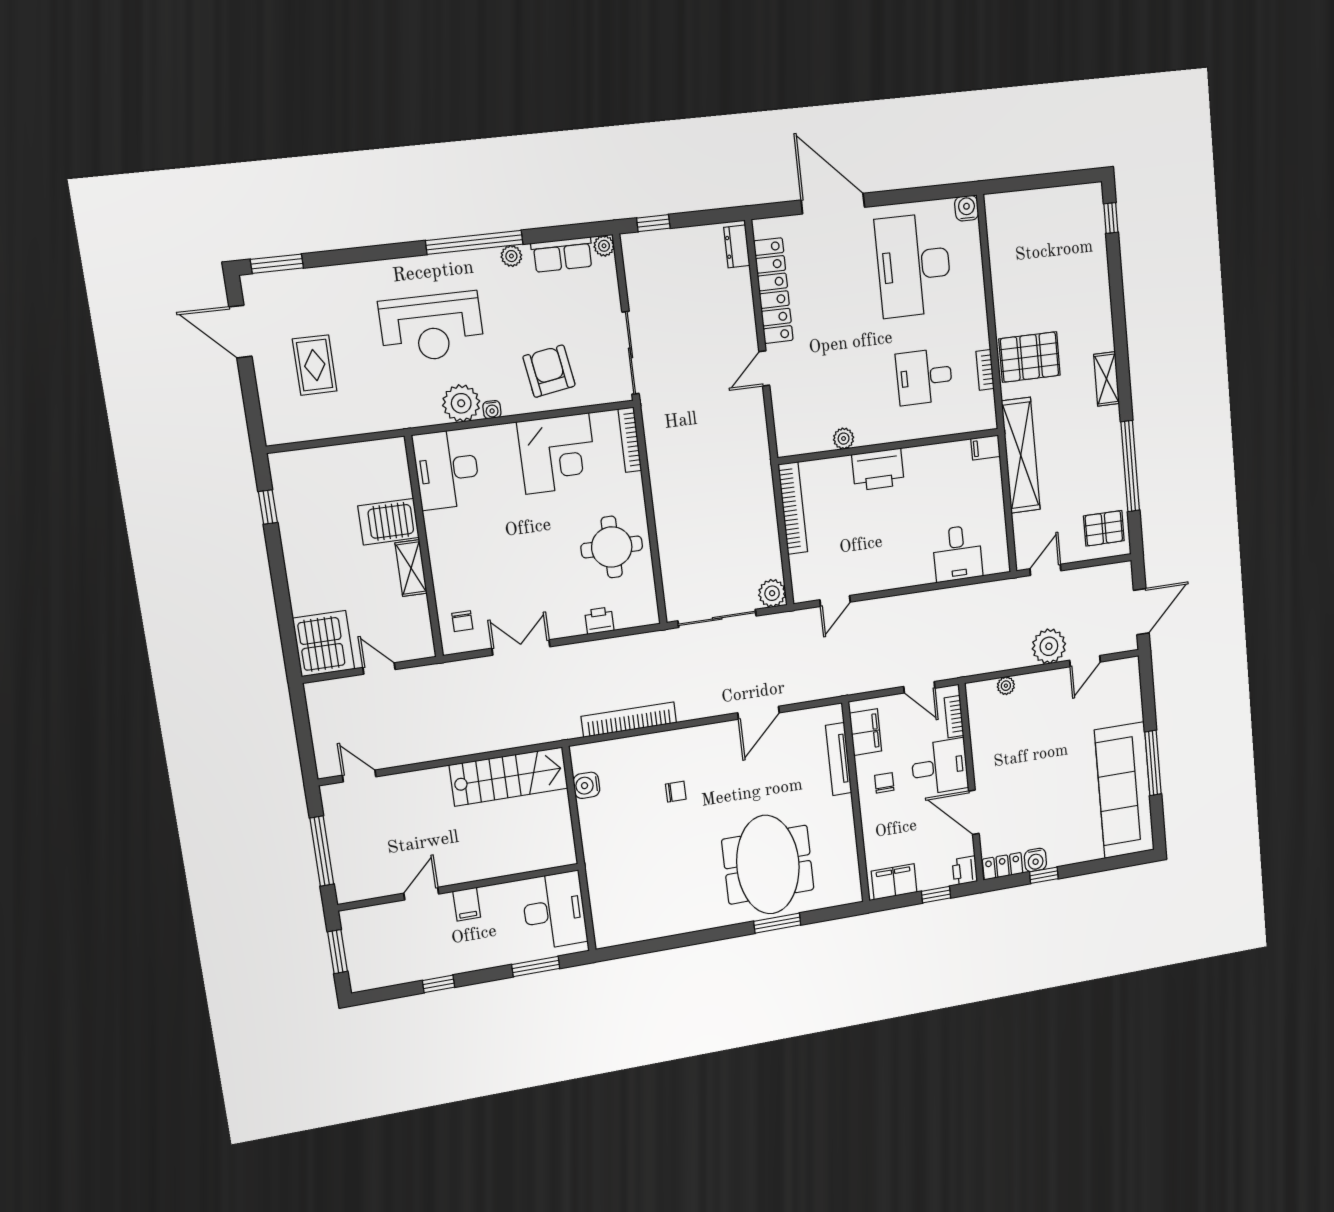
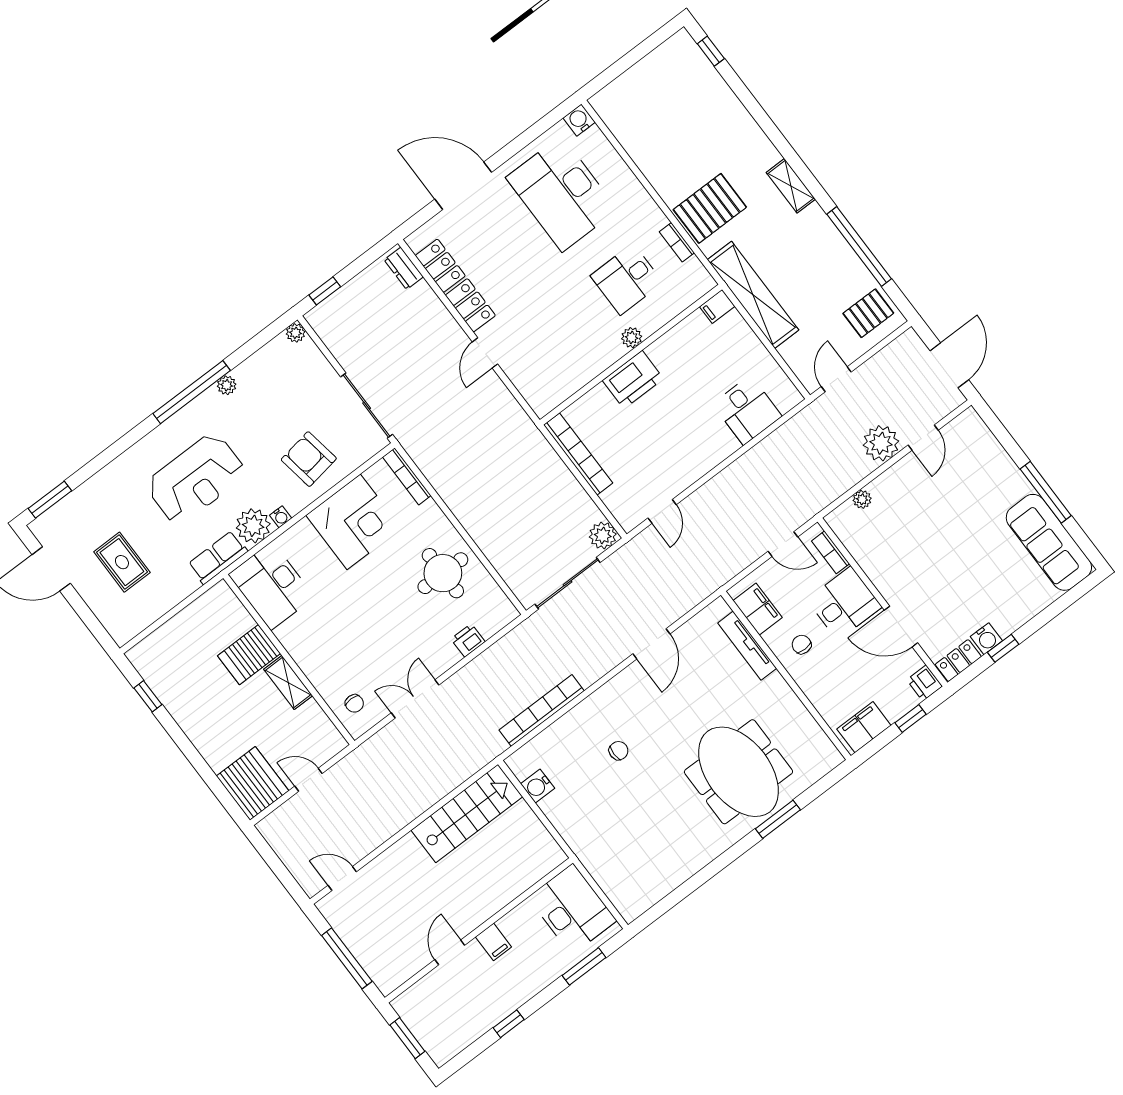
row of seats: (562, 255) -> (218, 558), moved, turned 180
plant: (844, 439) -> (632, 338), moved
sofa: (1124, 790) -> (1049, 542), width x0.74, depth x0.79

